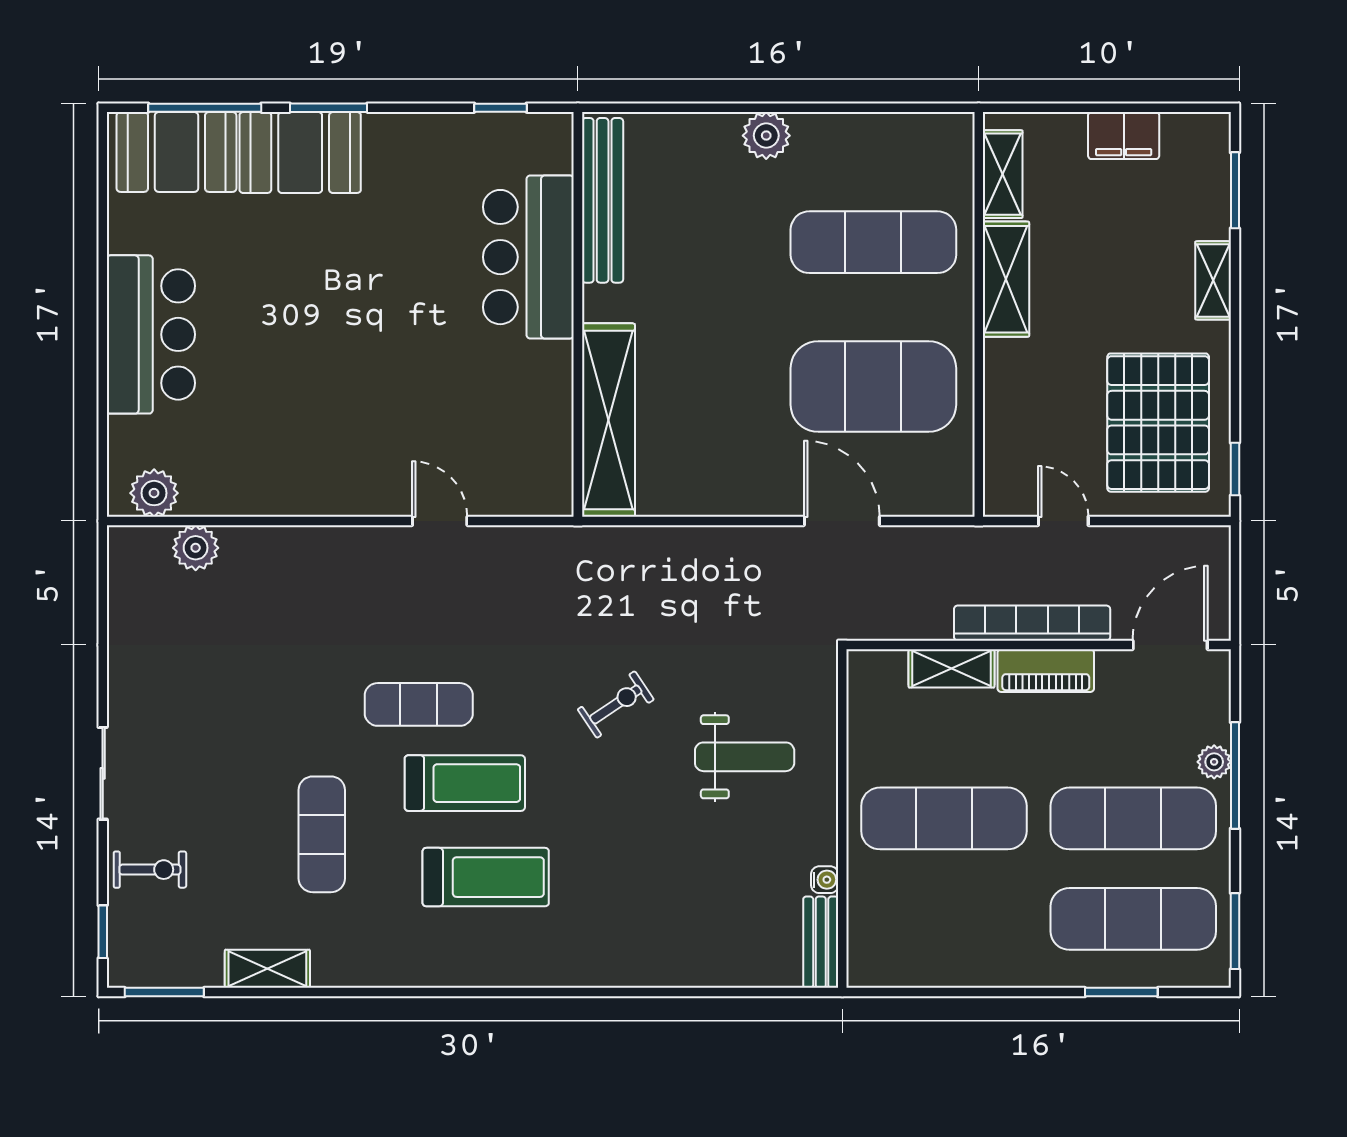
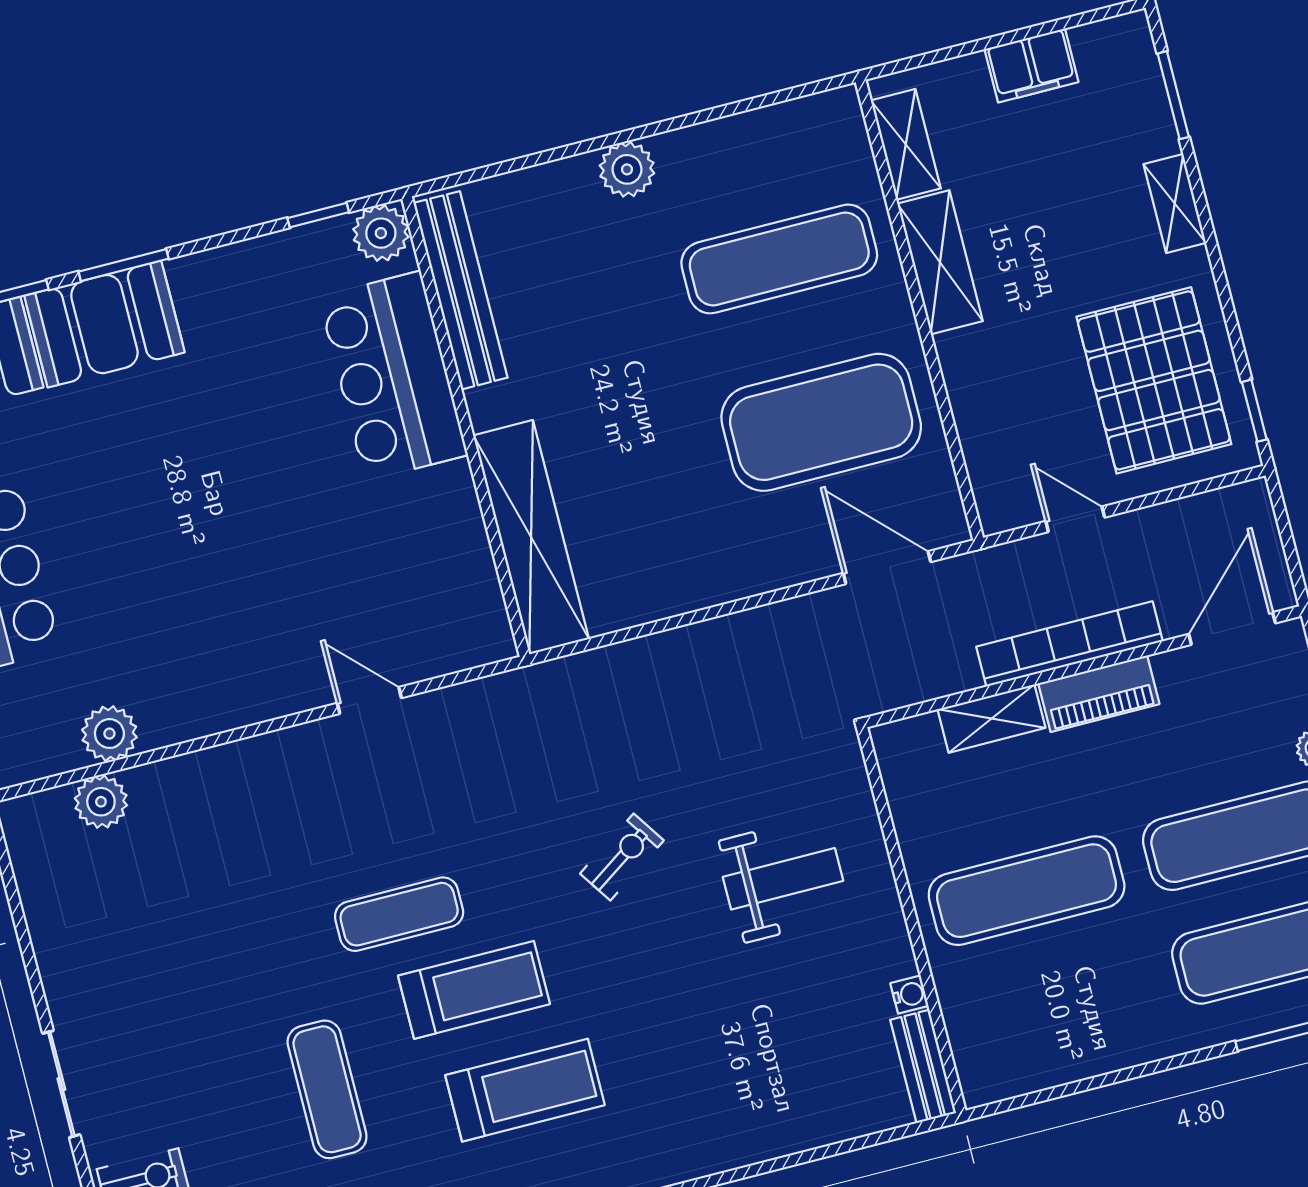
plant: (549, 136) -> (381, 233), added
plant: (154, 493) -> (109, 734), moved
door: (842, 521) -> (887, 568), moved

